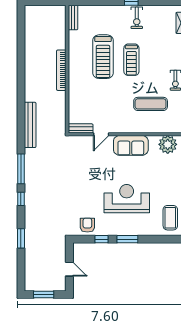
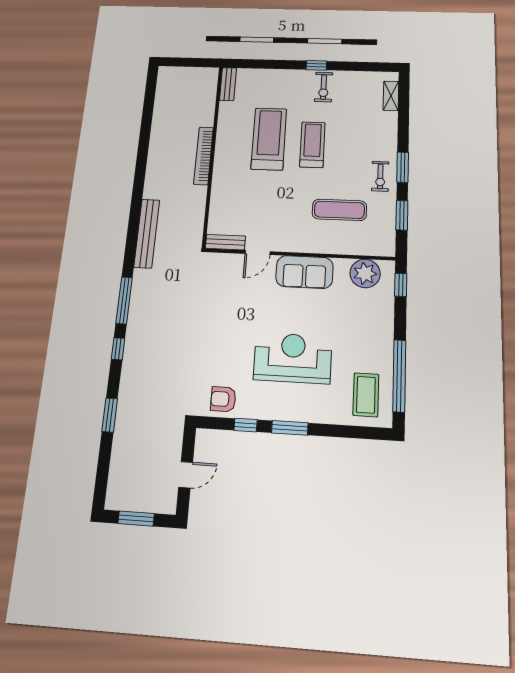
treadmill: (103, 57) -> (269, 139), turned 180
treadmill: (131, 60) -> (312, 145), turned 180
armchair: (87, 225) -> (223, 399), turned -90
door: (69, 269) -> (186, 475), hinge flipped

